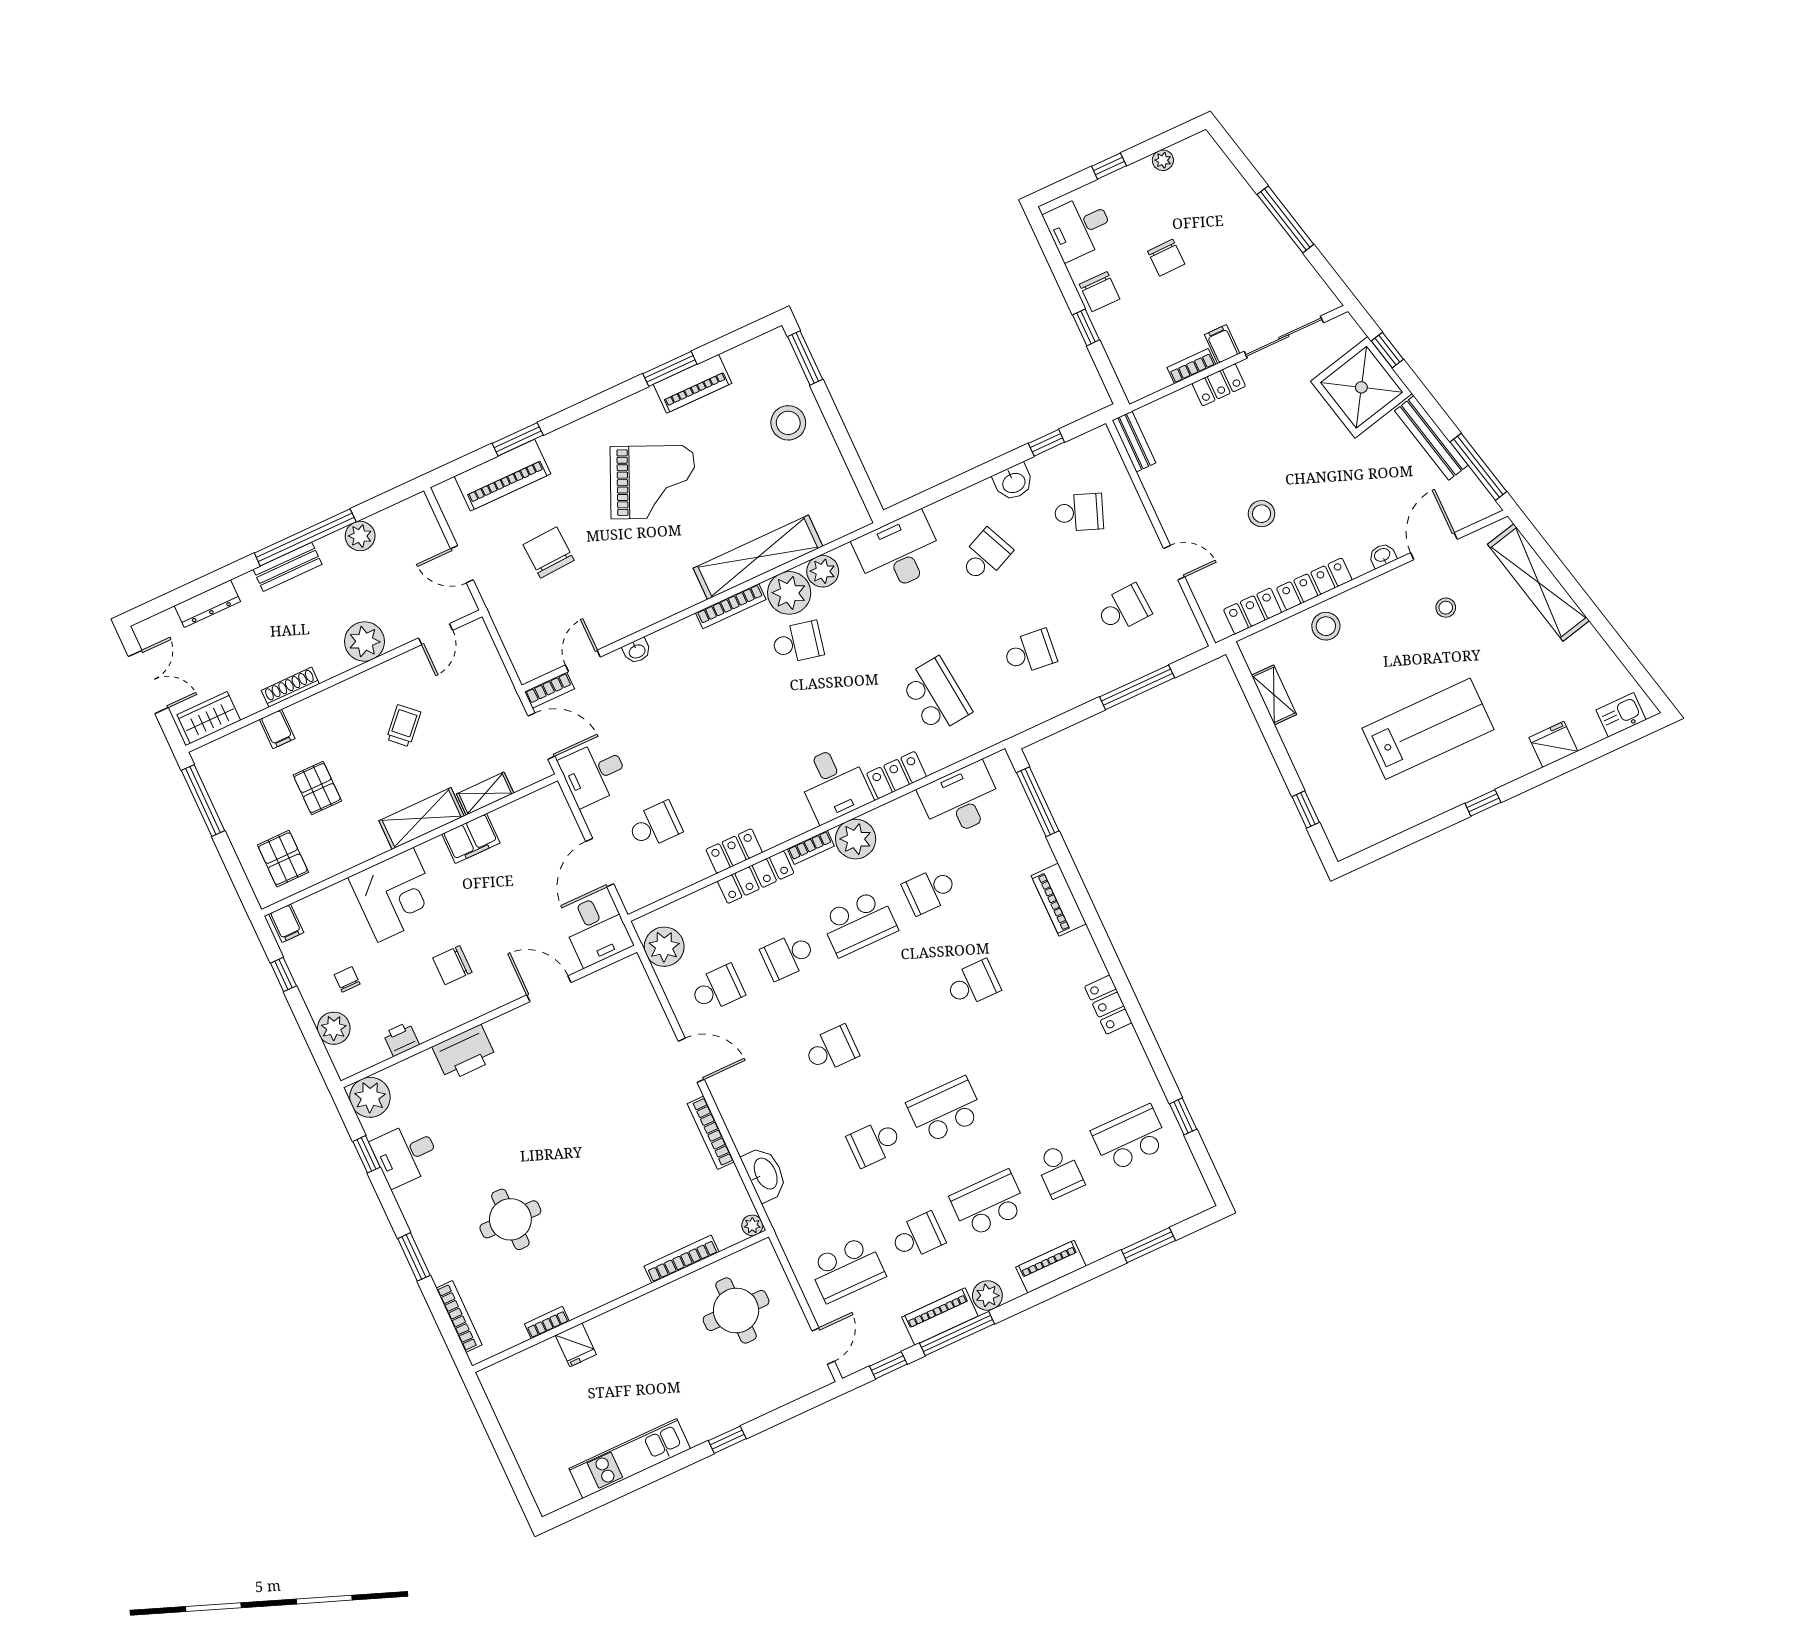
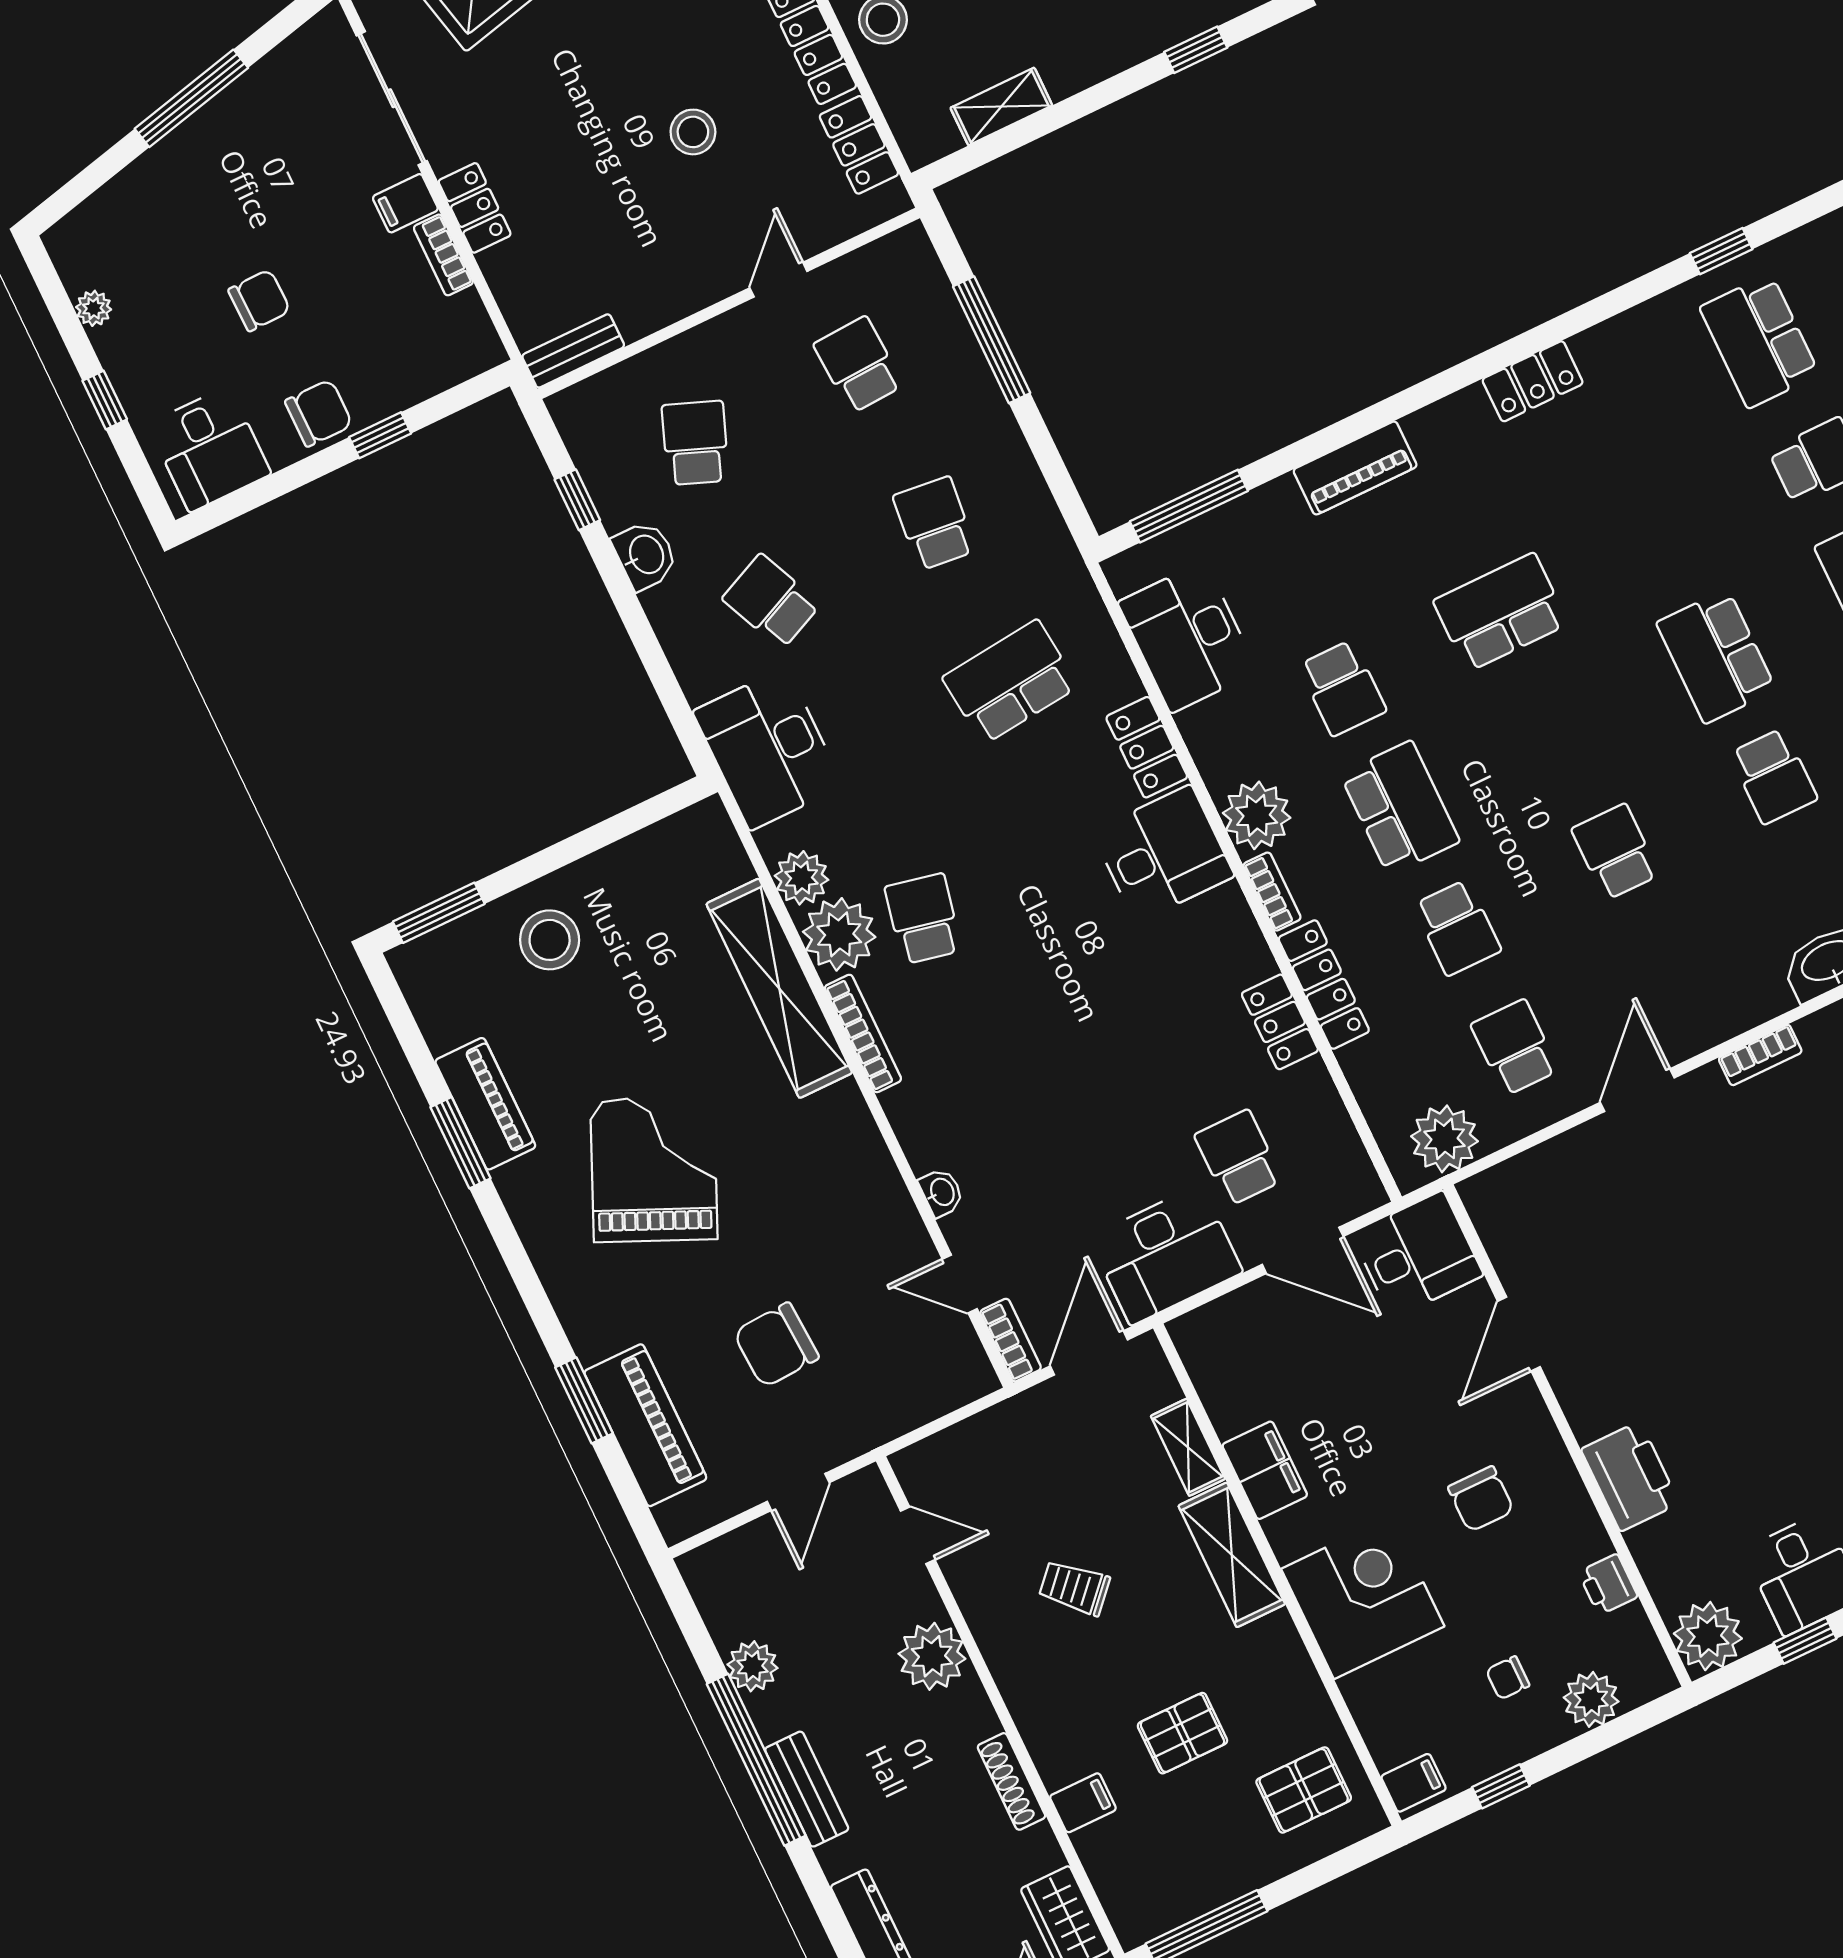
desk: (594, 773) -> (1166, 1255), width x1.37
school desk: (973, 984) -> (1501, 612), width x1.85
bookcase: (711, 1133) -> (1760, 1055), width x0.64

